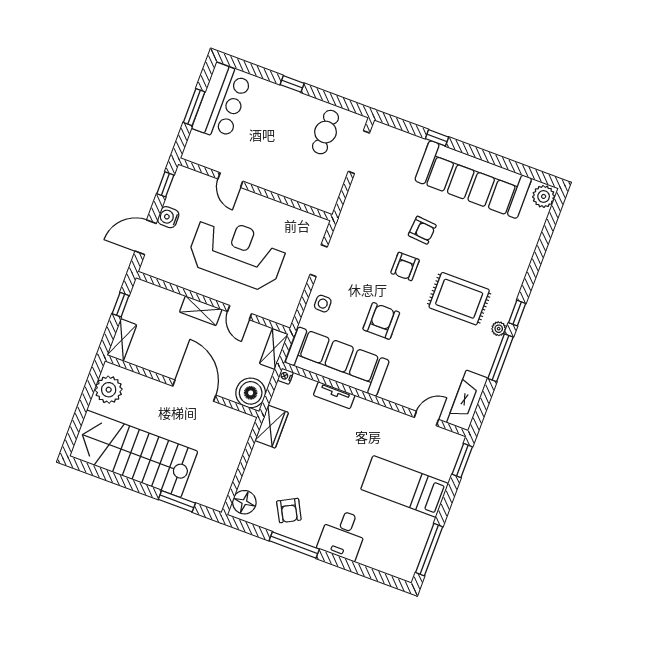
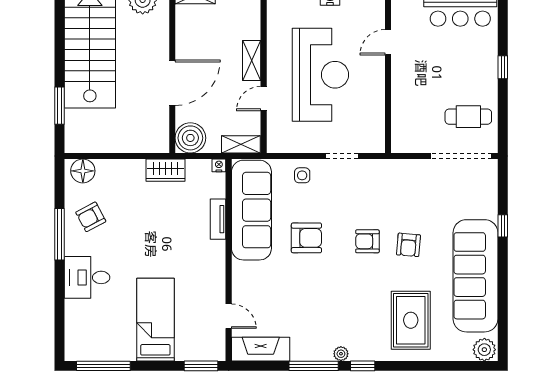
doorway: (359, 152) -> (461, 156), width x1.36
rug: (459, 299) -> (411, 320), moved

